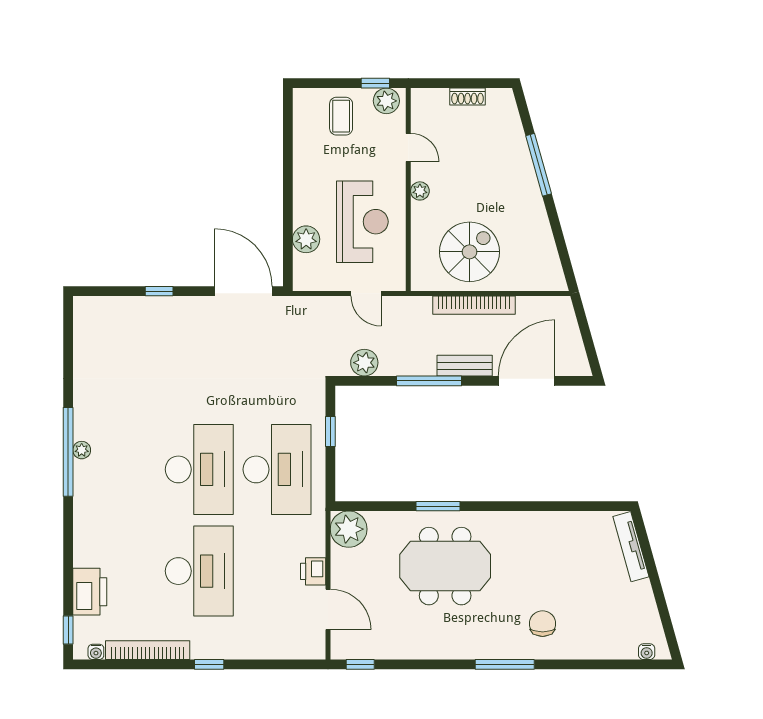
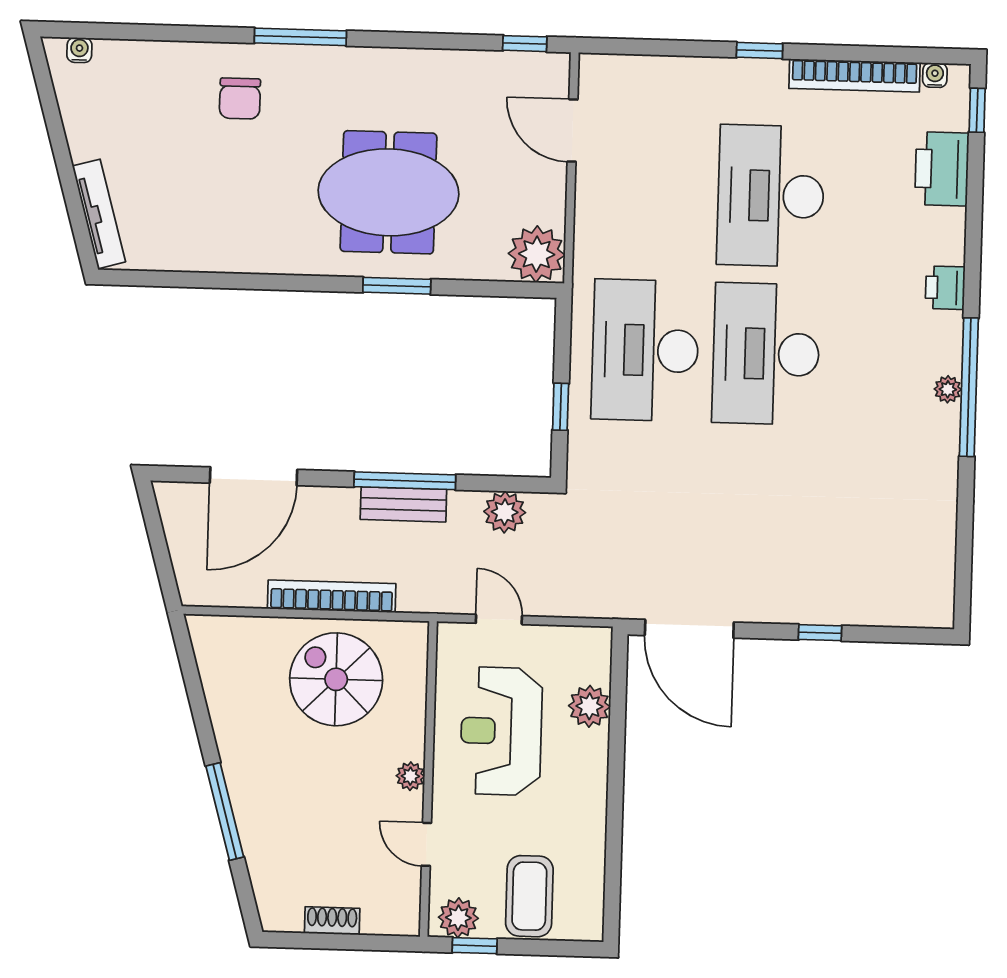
coffee table: (341, 116) -> (529, 896), width x1.36, depth x1.30
spiral stairs: (470, 252) -> (336, 679), turned 90
bench: (465, 366) -> (403, 504), moved
printer: (313, 571) -> (945, 288), moved, turned 180

